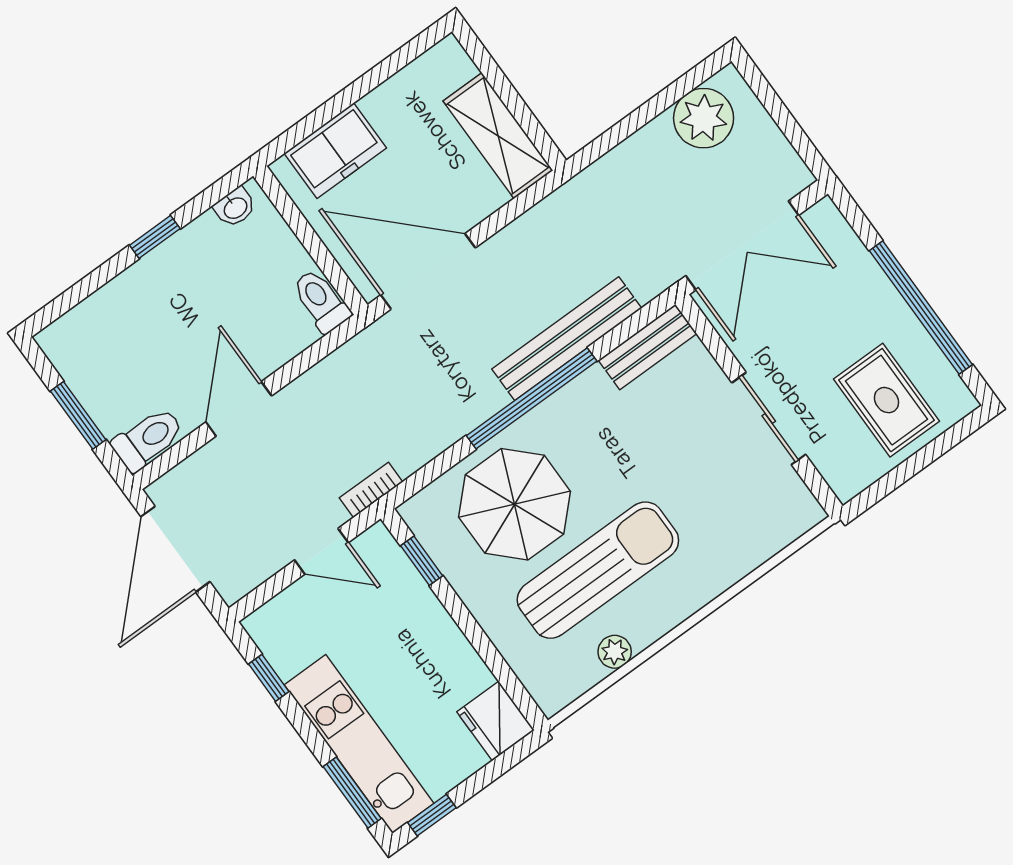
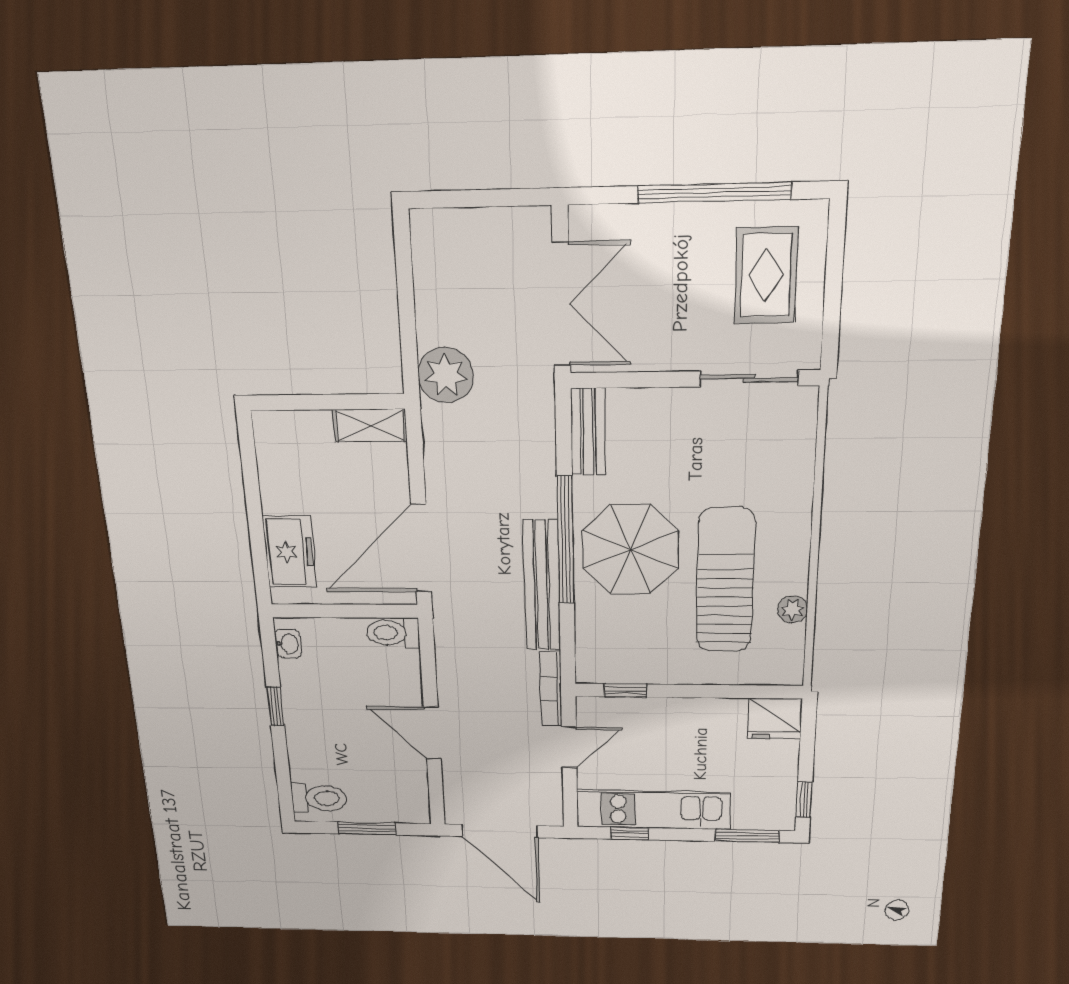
plant: (704, 118) -> (446, 375), moved
shelving: (498, 136) -> (370, 425), width x0.67, depth x0.75
bench: (567, 339) -> (542, 586), moved
rug: (886, 400) -> (766, 275), turned 90
sliding door: (769, 419) -> (749, 378), moved
toilet: (148, 439) -> (319, 798), moved, turned 90
bookcase: (371, 490) -> (551, 689), width x1.56
parasol: (515, 504) -> (630, 550), moved
kitchen unit: (359, 744) -> (653, 810), moved

